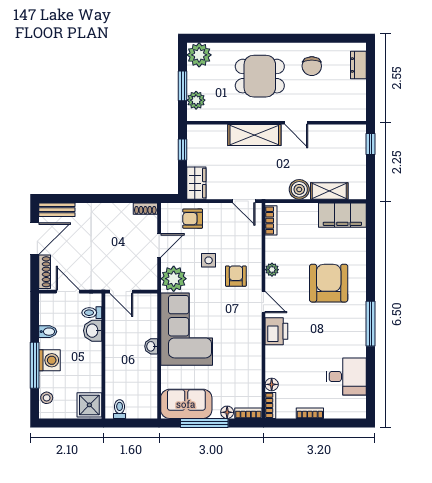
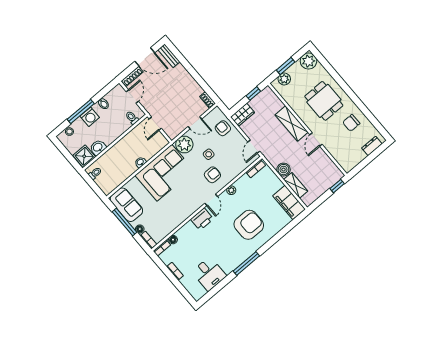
washbasin: (93, 331) -> (98, 147), moved

